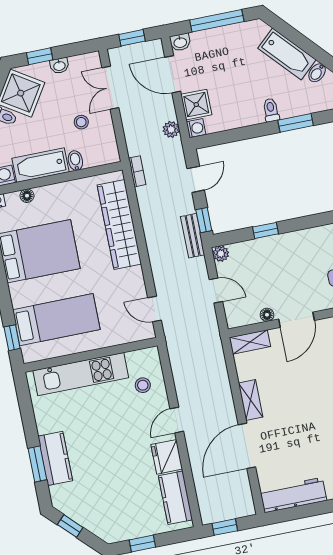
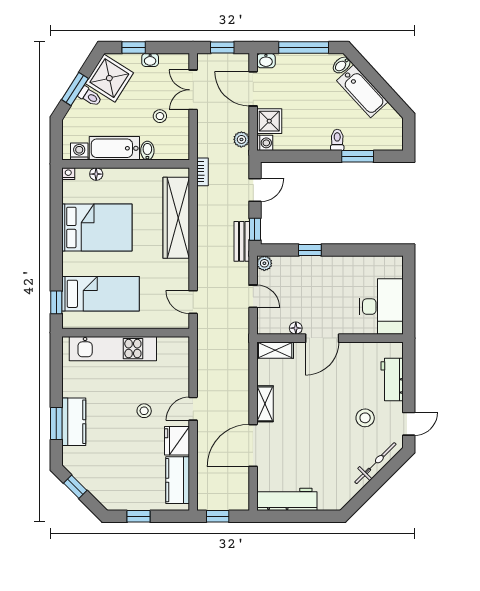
bidet: (317, 73) -> (342, 65), moved
stool: (143, 385) -> (144, 411), moved

